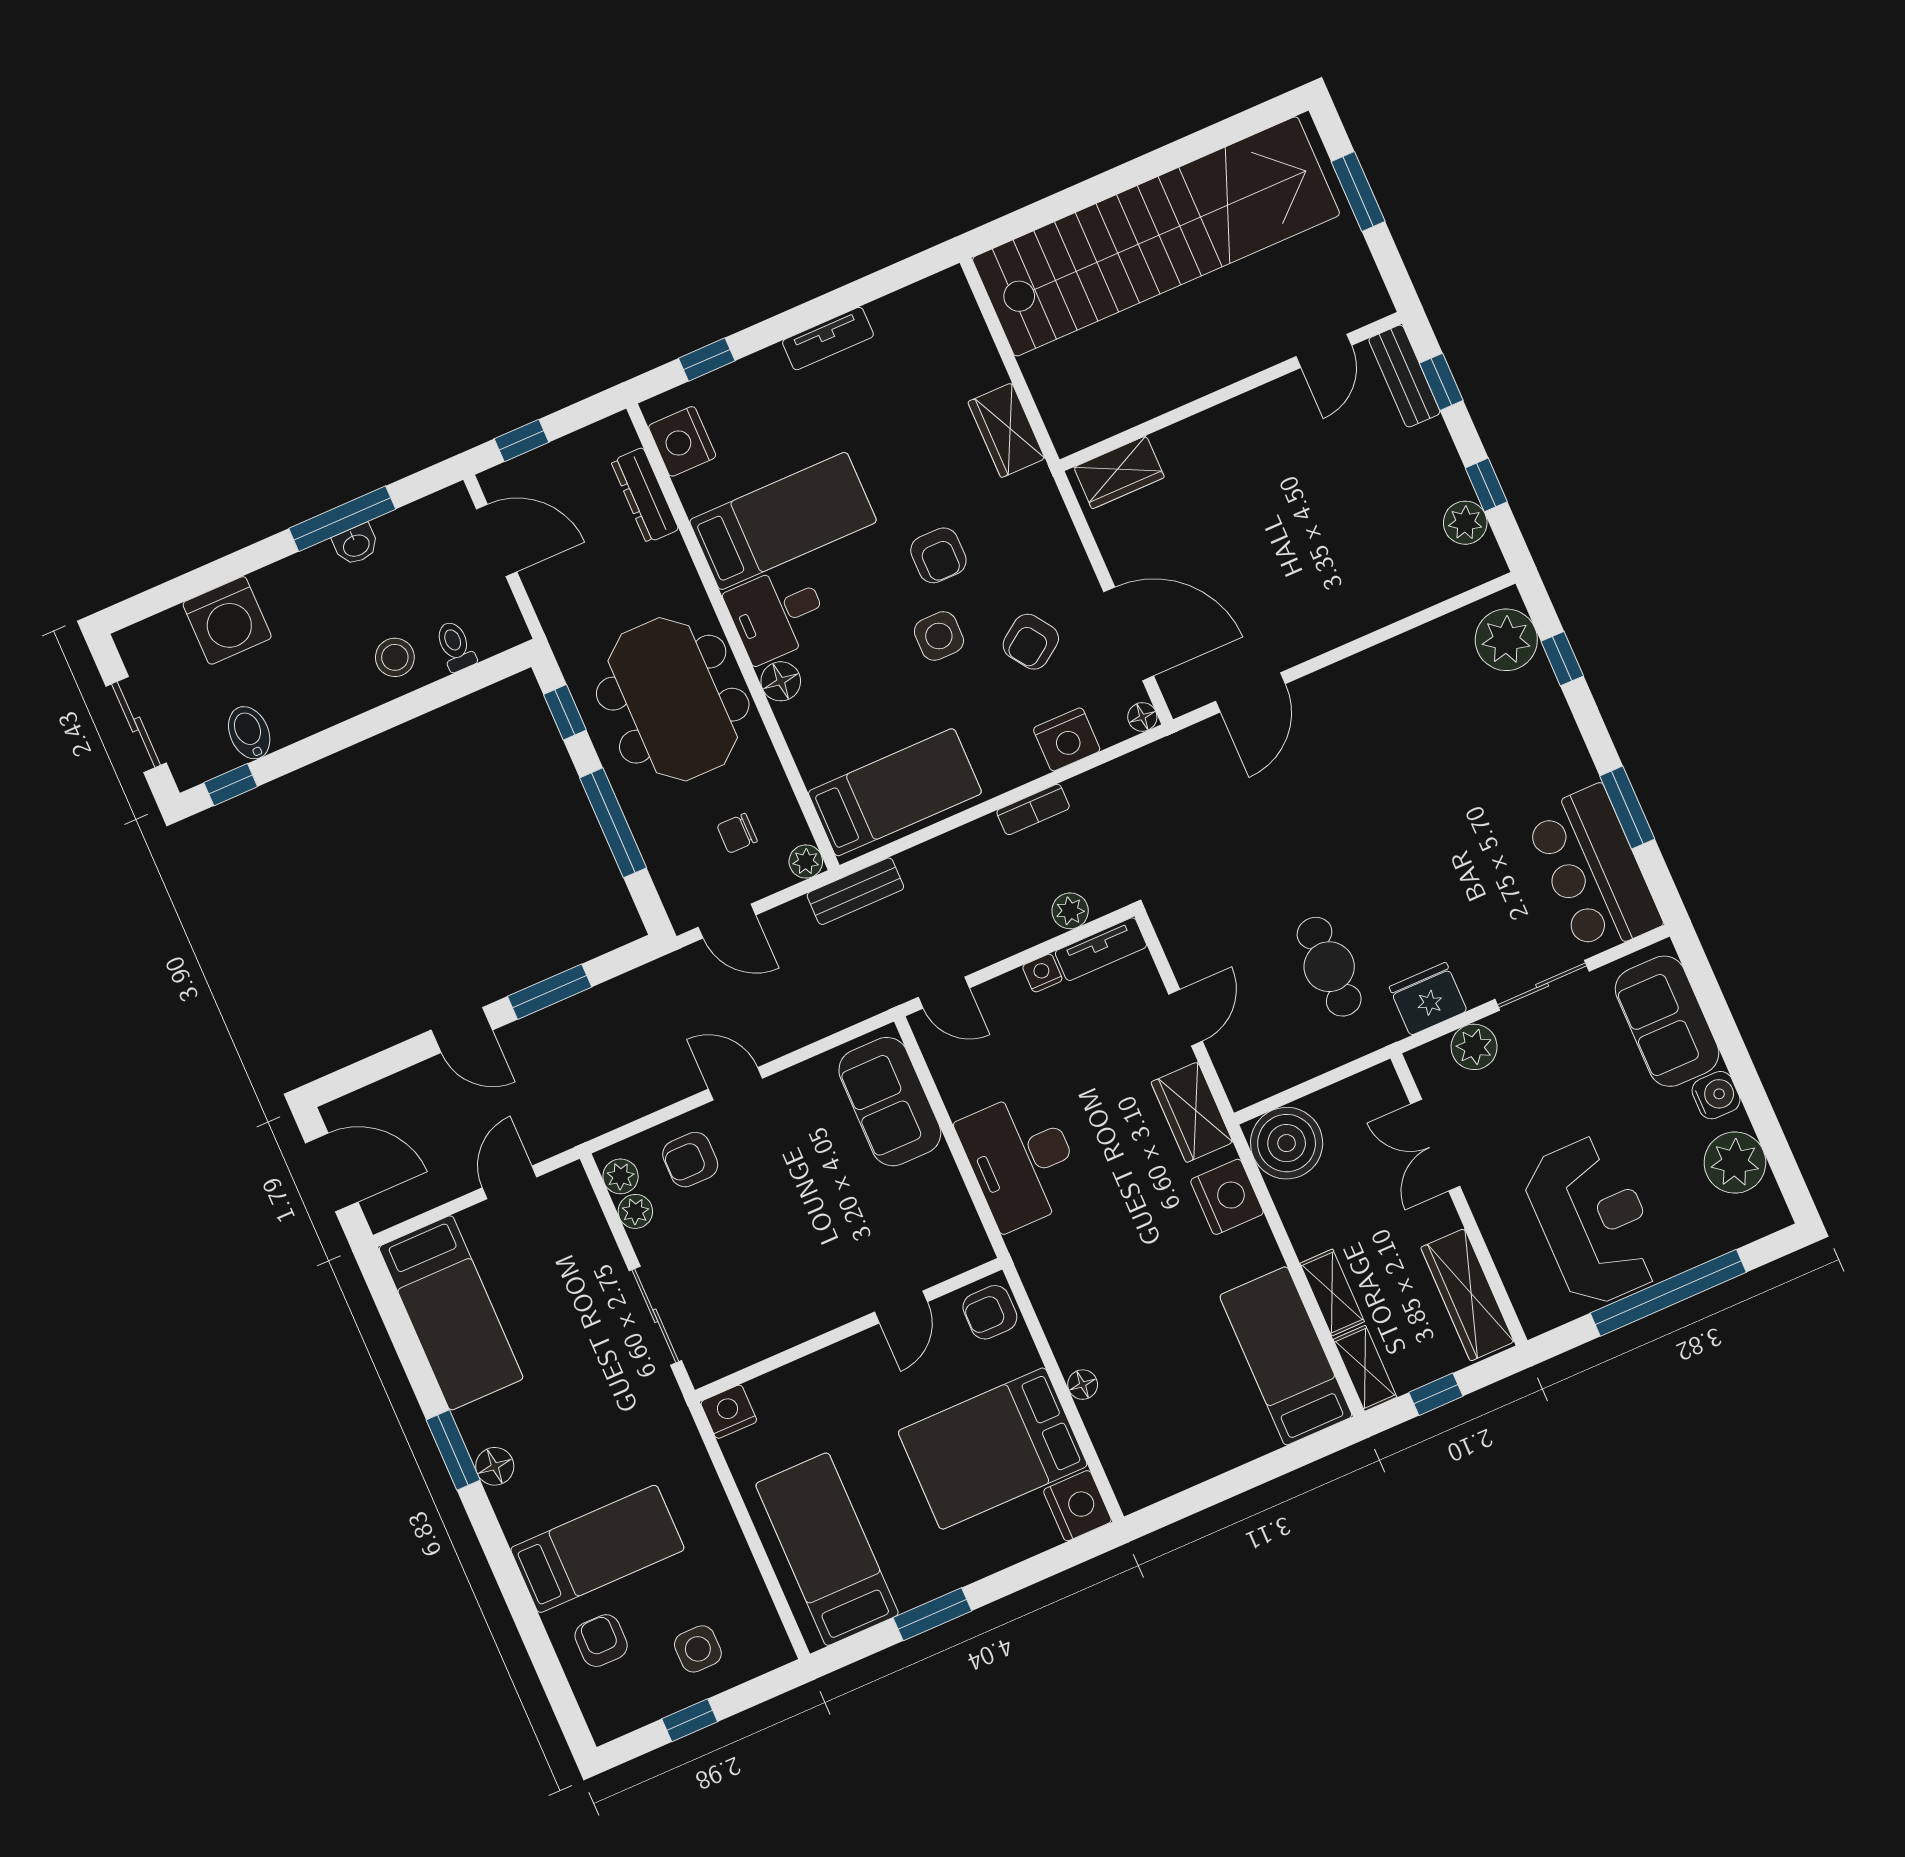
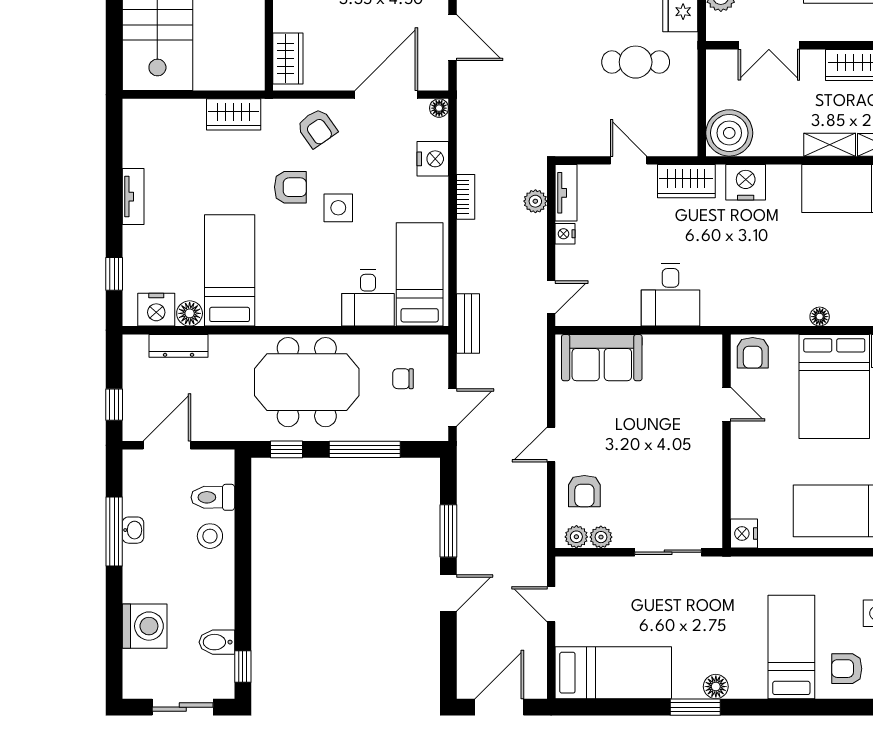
desk: (777, 614) -> (368, 298), moved
armchair: (1031, 642) -> (317, 128), moved
toilet: (455, 646) -> (213, 497), width x1.37, depth x1.39
floor lamp: (781, 681) -> (190, 313), moved
chair: (737, 833) -> (403, 379), turned 90
plant: (806, 861) -> (438, 345), removed
desk: (1021, 1160) -> (671, 295), width x0.73

